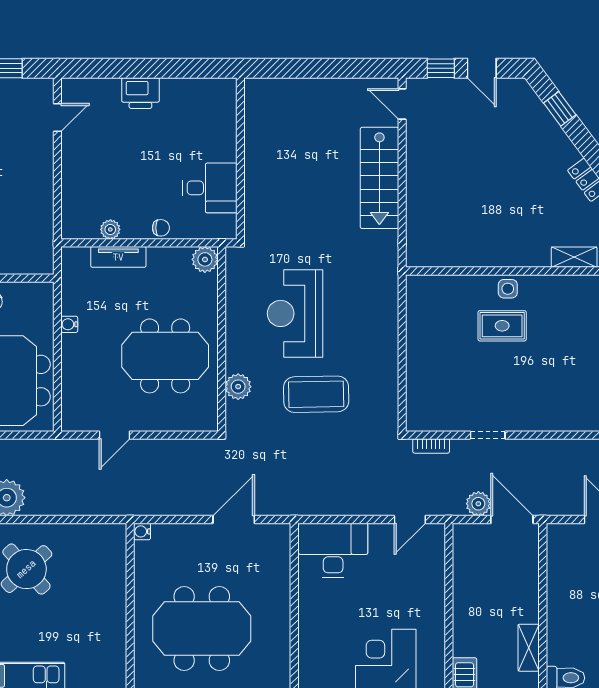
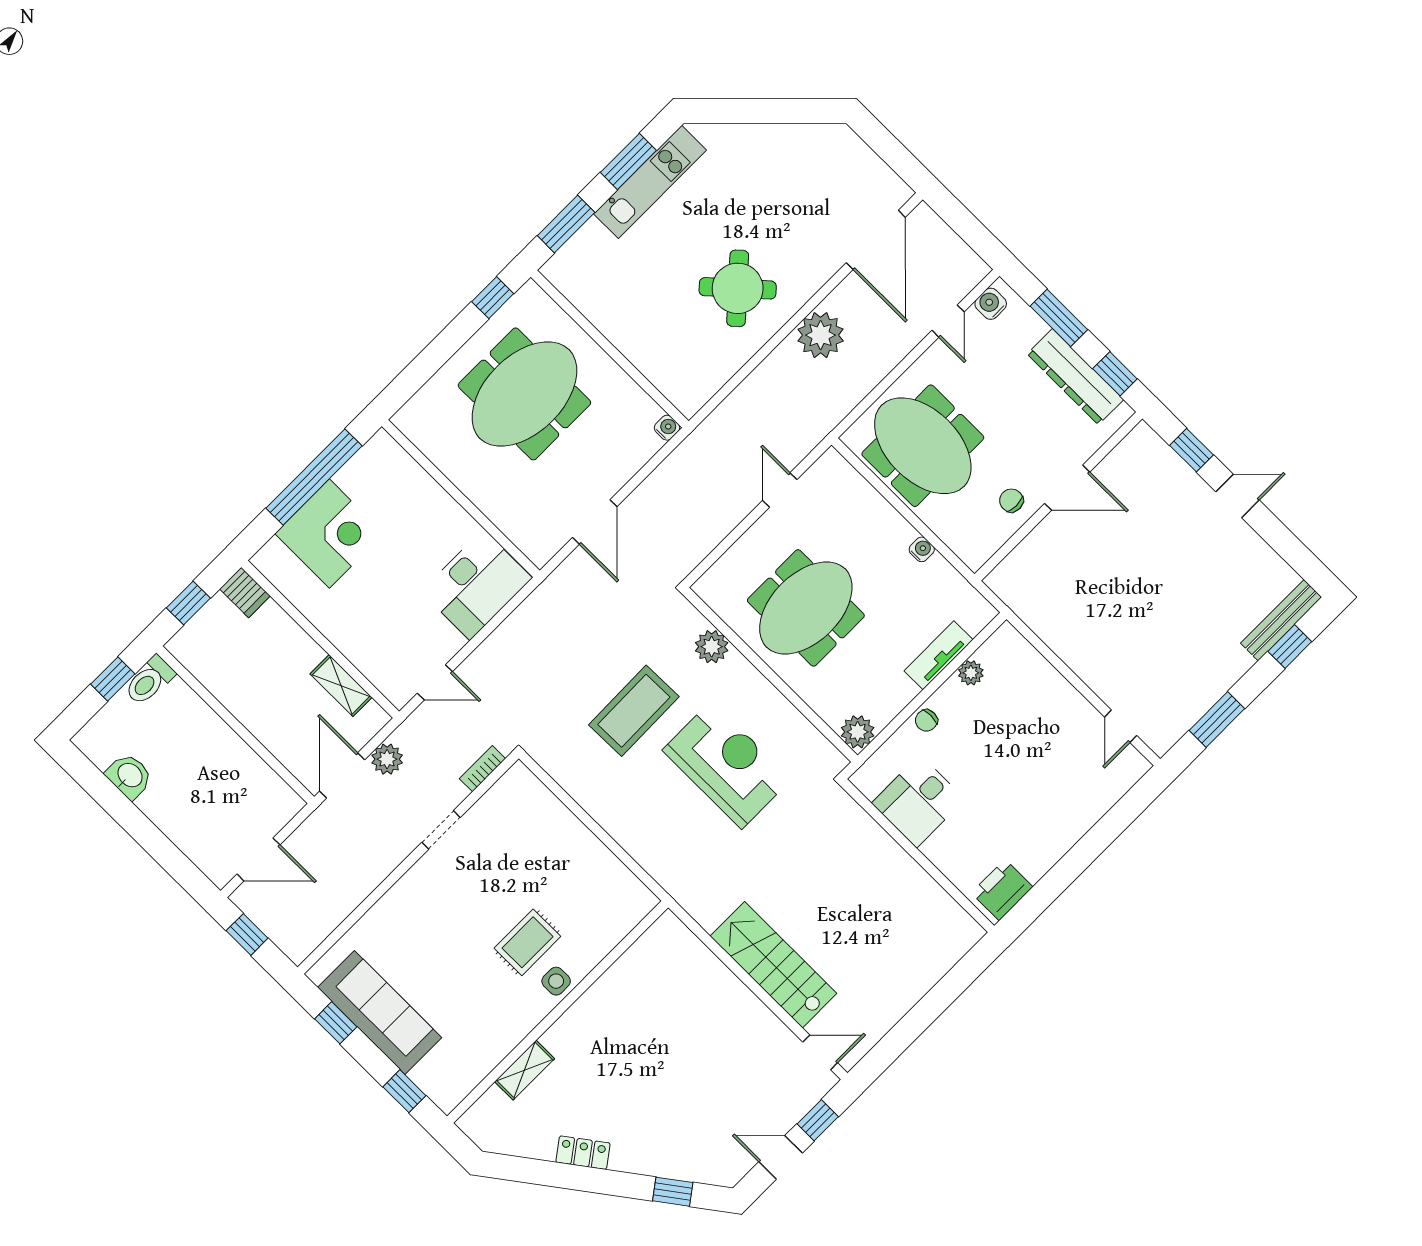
printer: (140, 93) -> (1002, 890), moved
door: (410, 519) -> (435, 682), swing flipped
door: (512, 519) -> (342, 775), swing flipped
shelving: (529, 648) -> (341, 686), moved

